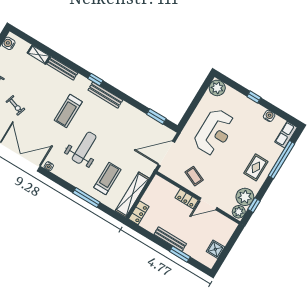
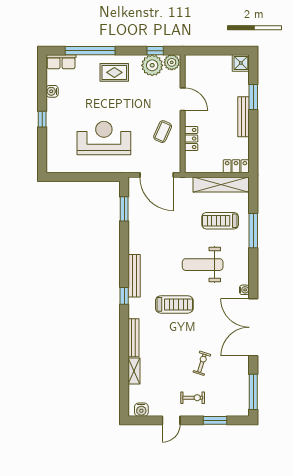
plant: (217, 88) -> (56, 163), removed
locker: (187, 199) -> (191, 139), moved
shower: (215, 249) -> (241, 63), moved

